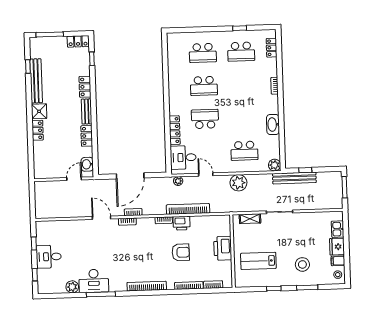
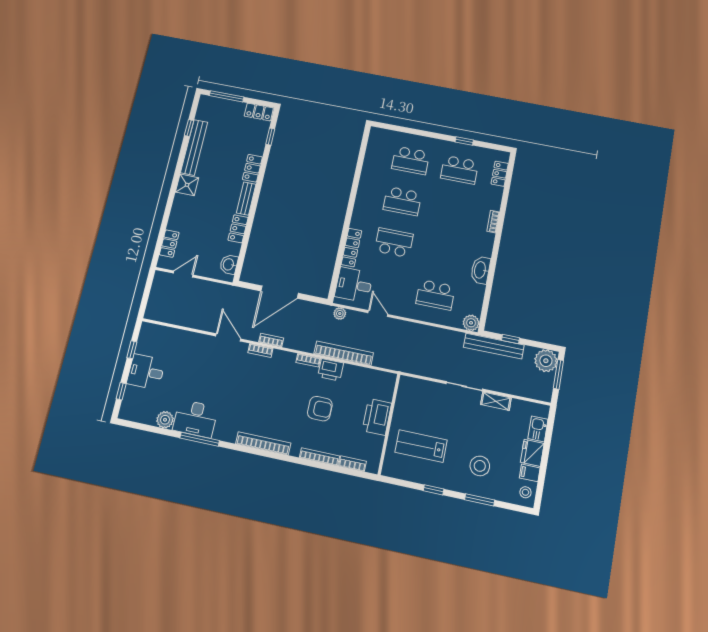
locker: (38, 130) -> (169, 244), moved
door: (74, 179) -> (183, 274), moved
plant: (238, 183) -> (546, 361), moved
shelving: (250, 219) -> (496, 401), moved

